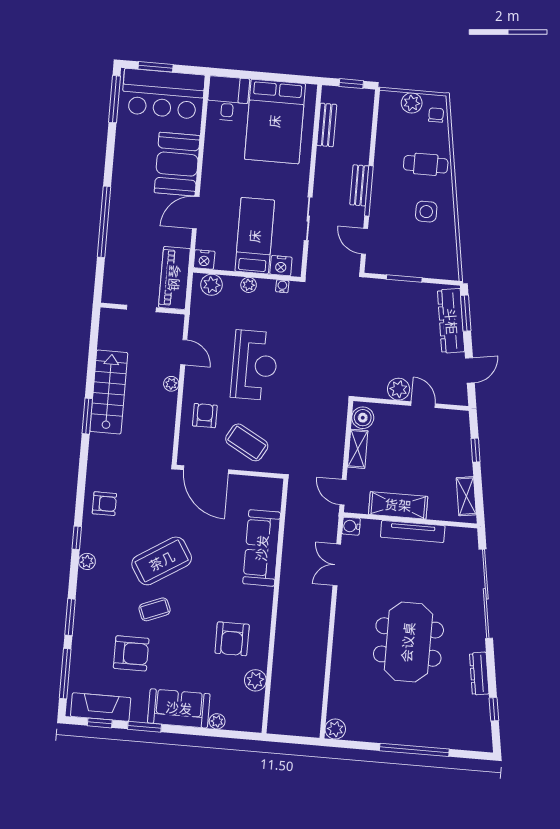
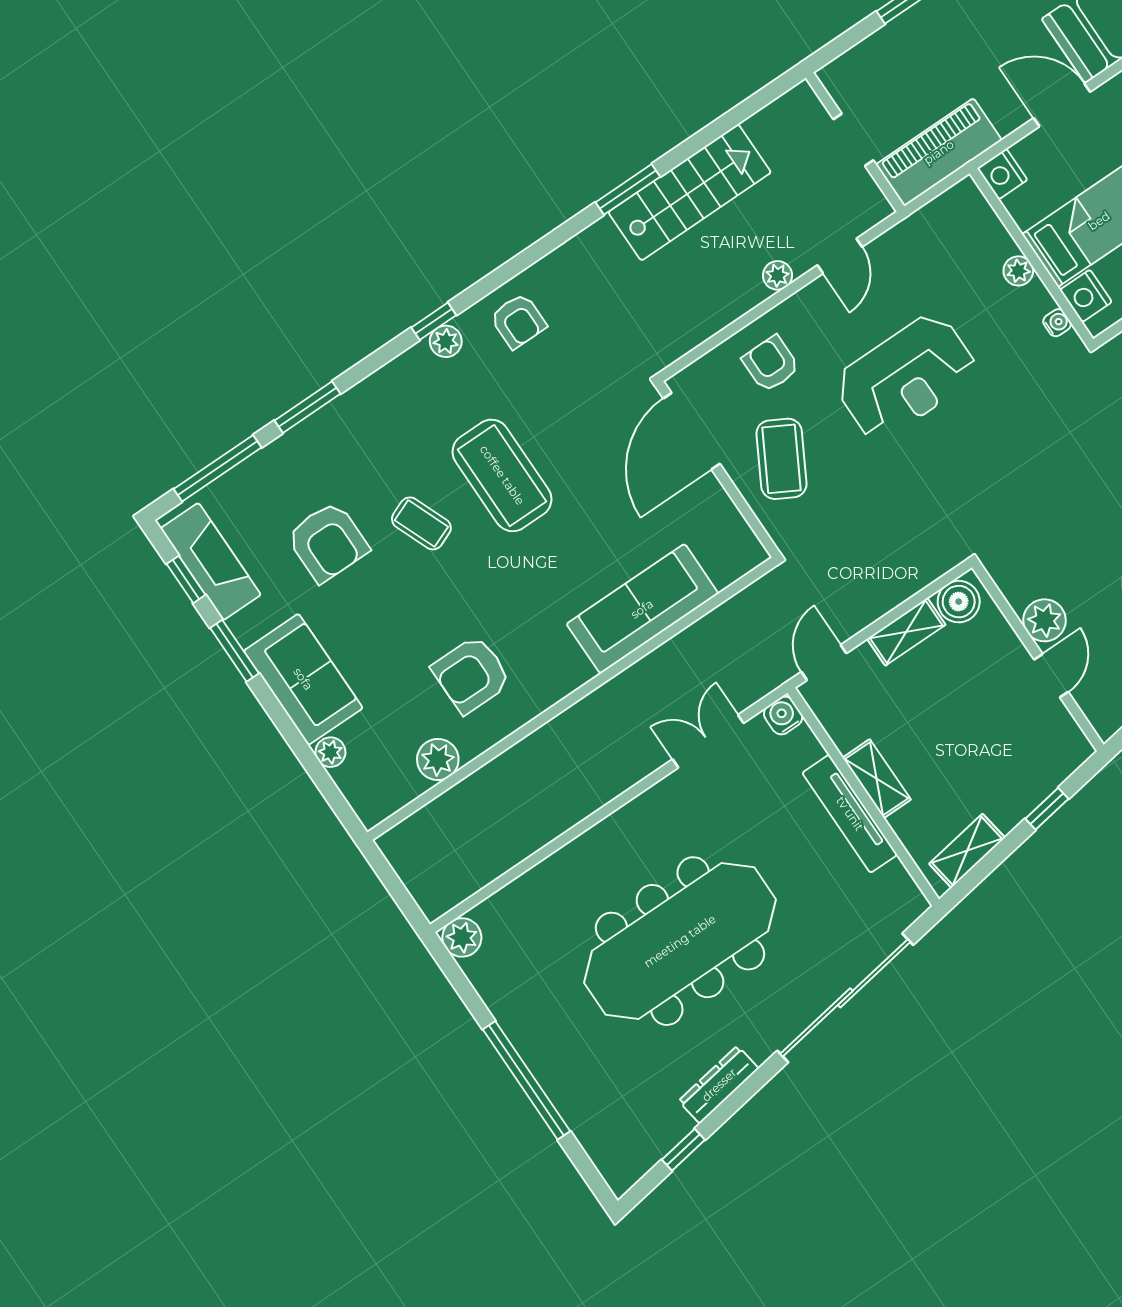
plant: (212, 285) -> (974, 216), removed
armchair: (205, 416) -> (771, 364), turned -90
shelving: (398, 505) -> (877, 779), width x0.67, depth x0.75
plant: (87, 561) -> (446, 341), moved
coffee table: (162, 561) -> (502, 475), turned 32
meeting table: (408, 642) -> (680, 941), width x1.36

